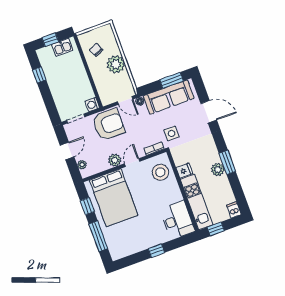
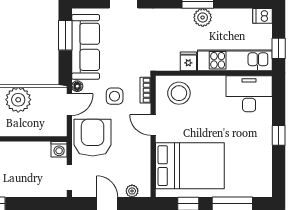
side table: (172, 133) -> (115, 96), moved
plant: (115, 160) -> (142, 147), removed

